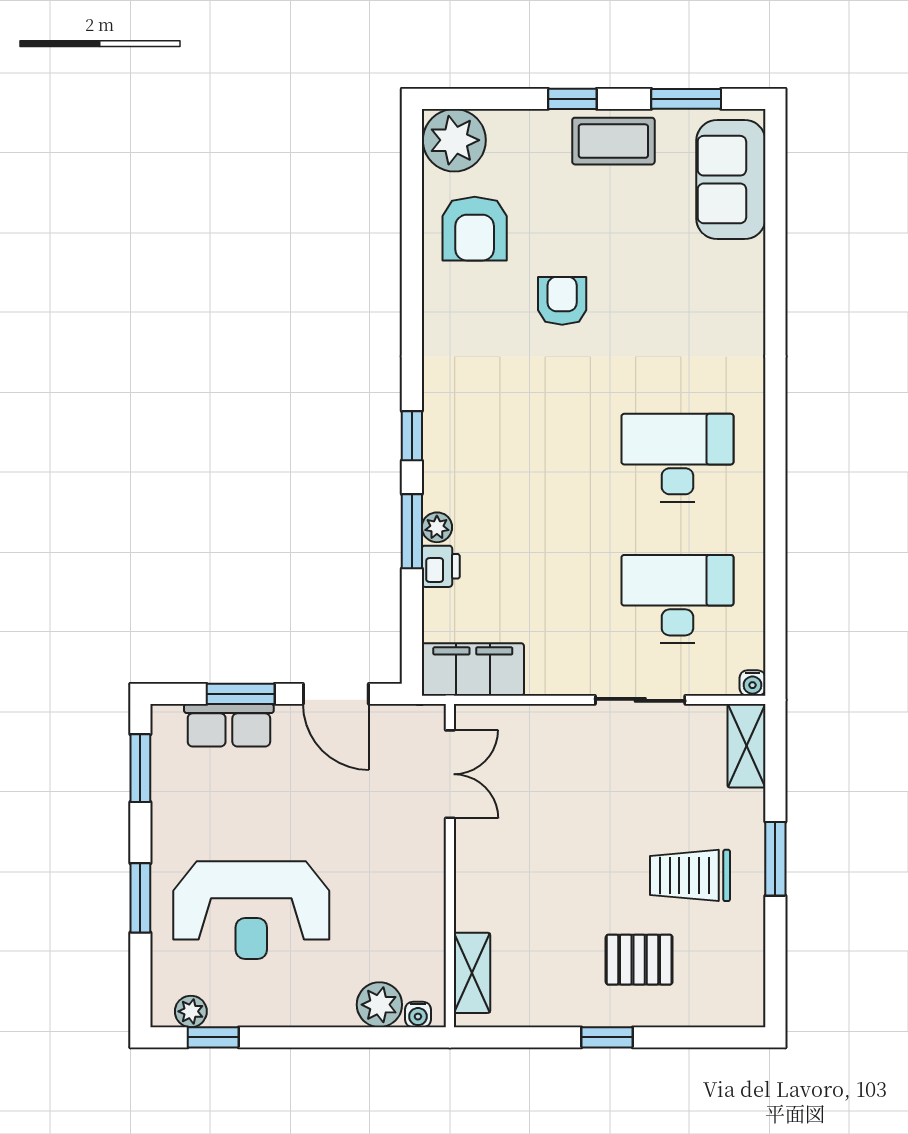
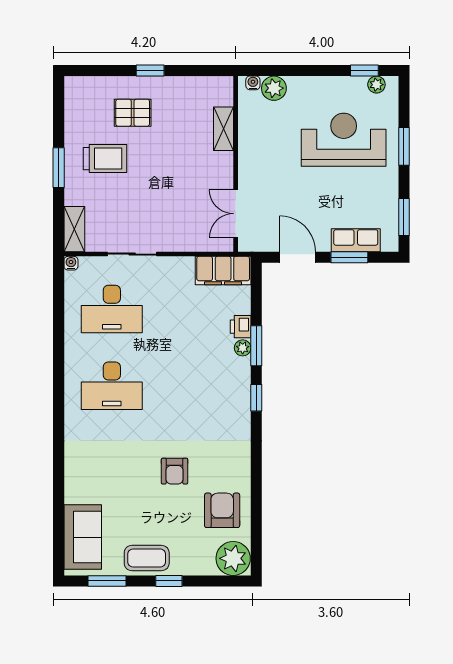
shelving: (472, 973) -> (224, 129), moved

